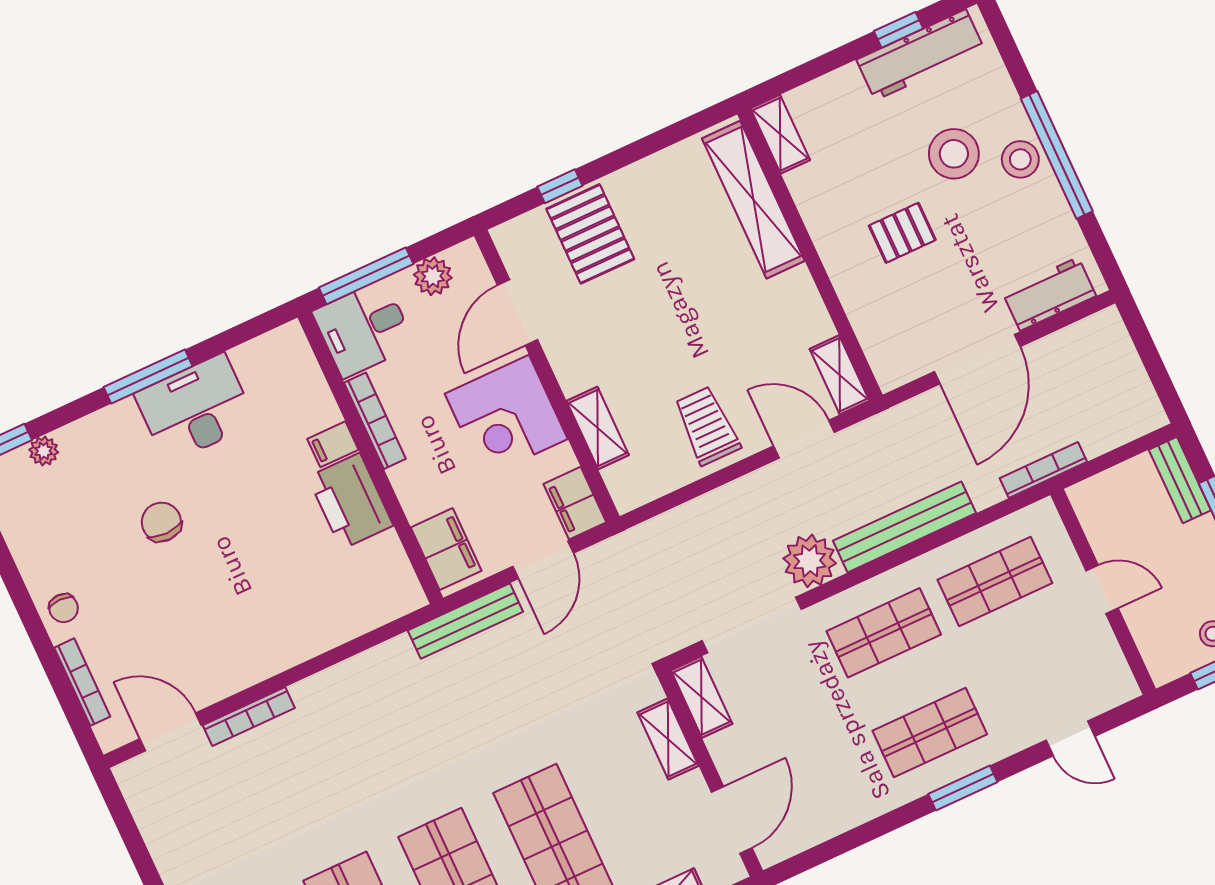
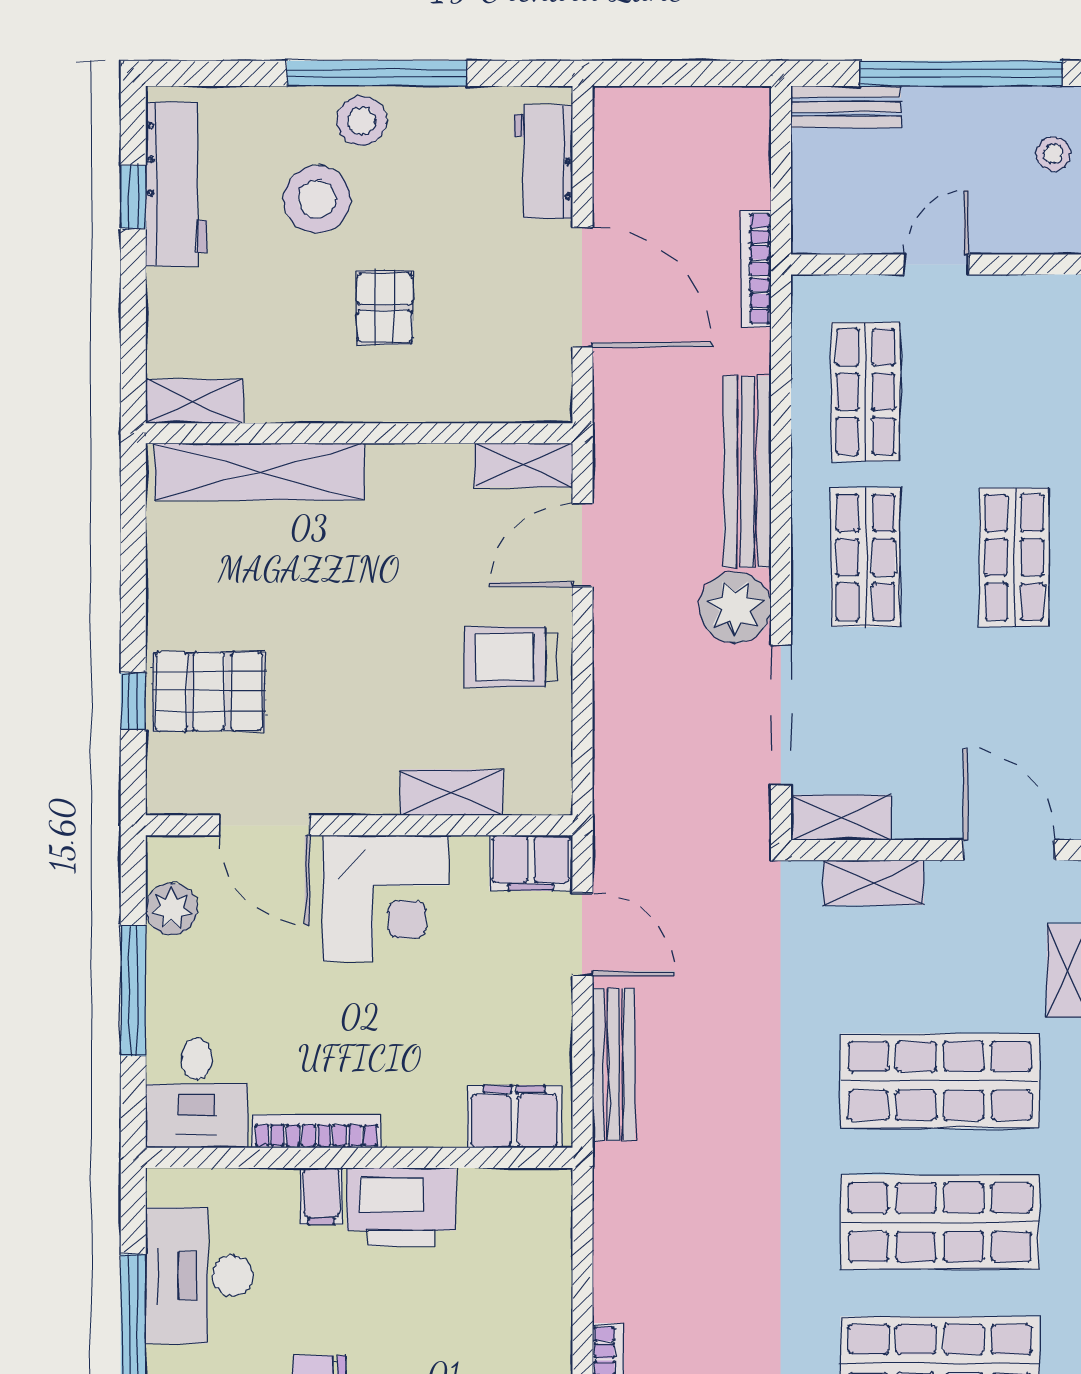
desk: (364, 329) -> (197, 1093), moved
bookcase: (375, 421) -> (316, 1131), moved
filing cabinet: (333, 444) -> (321, 1196), moved
wall: (370, 458) -> (359, 1158), moved
printer: (351, 501) -> (401, 1207), moved
filing cabinet: (446, 549) -> (514, 1117), moved

